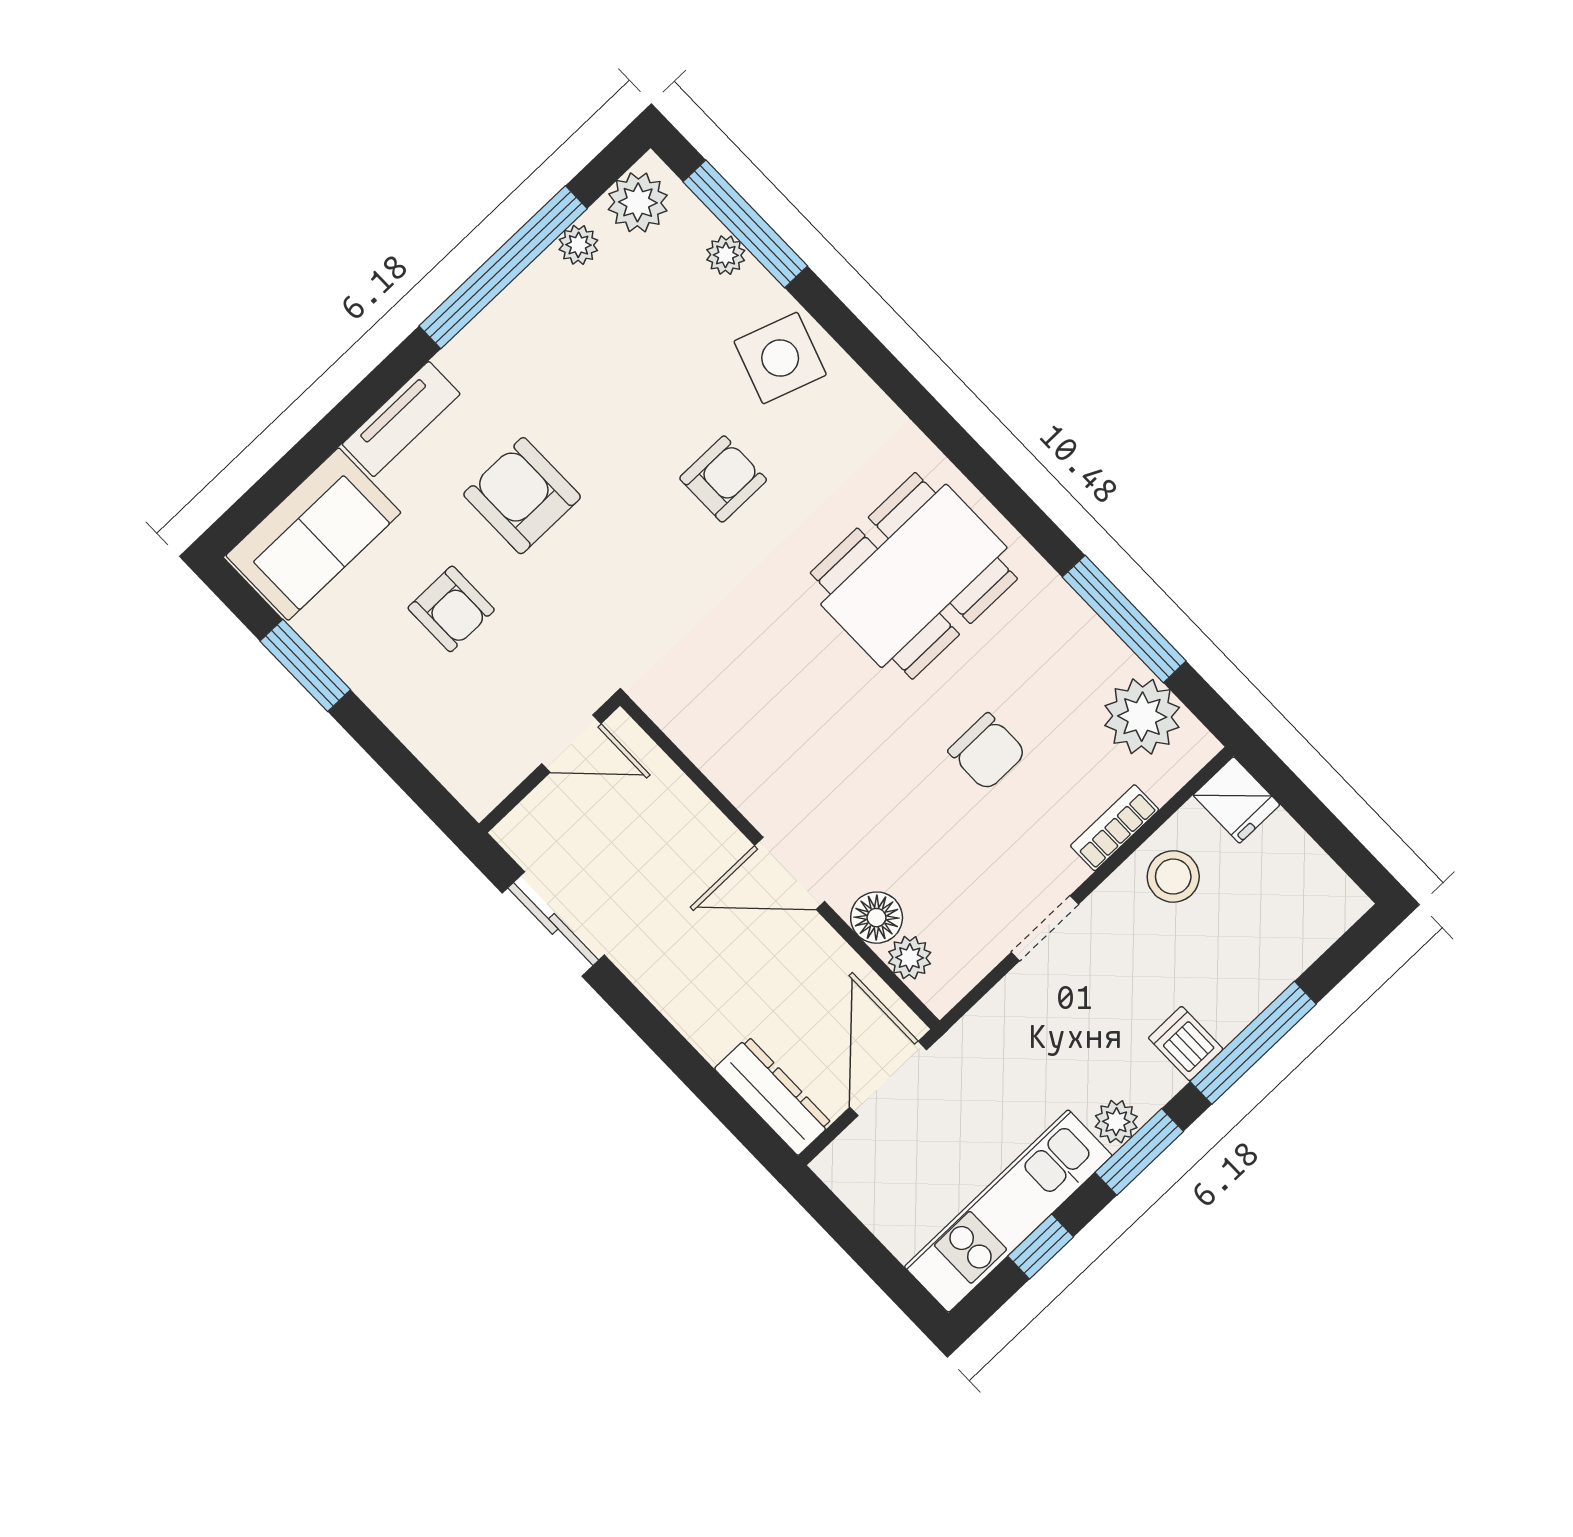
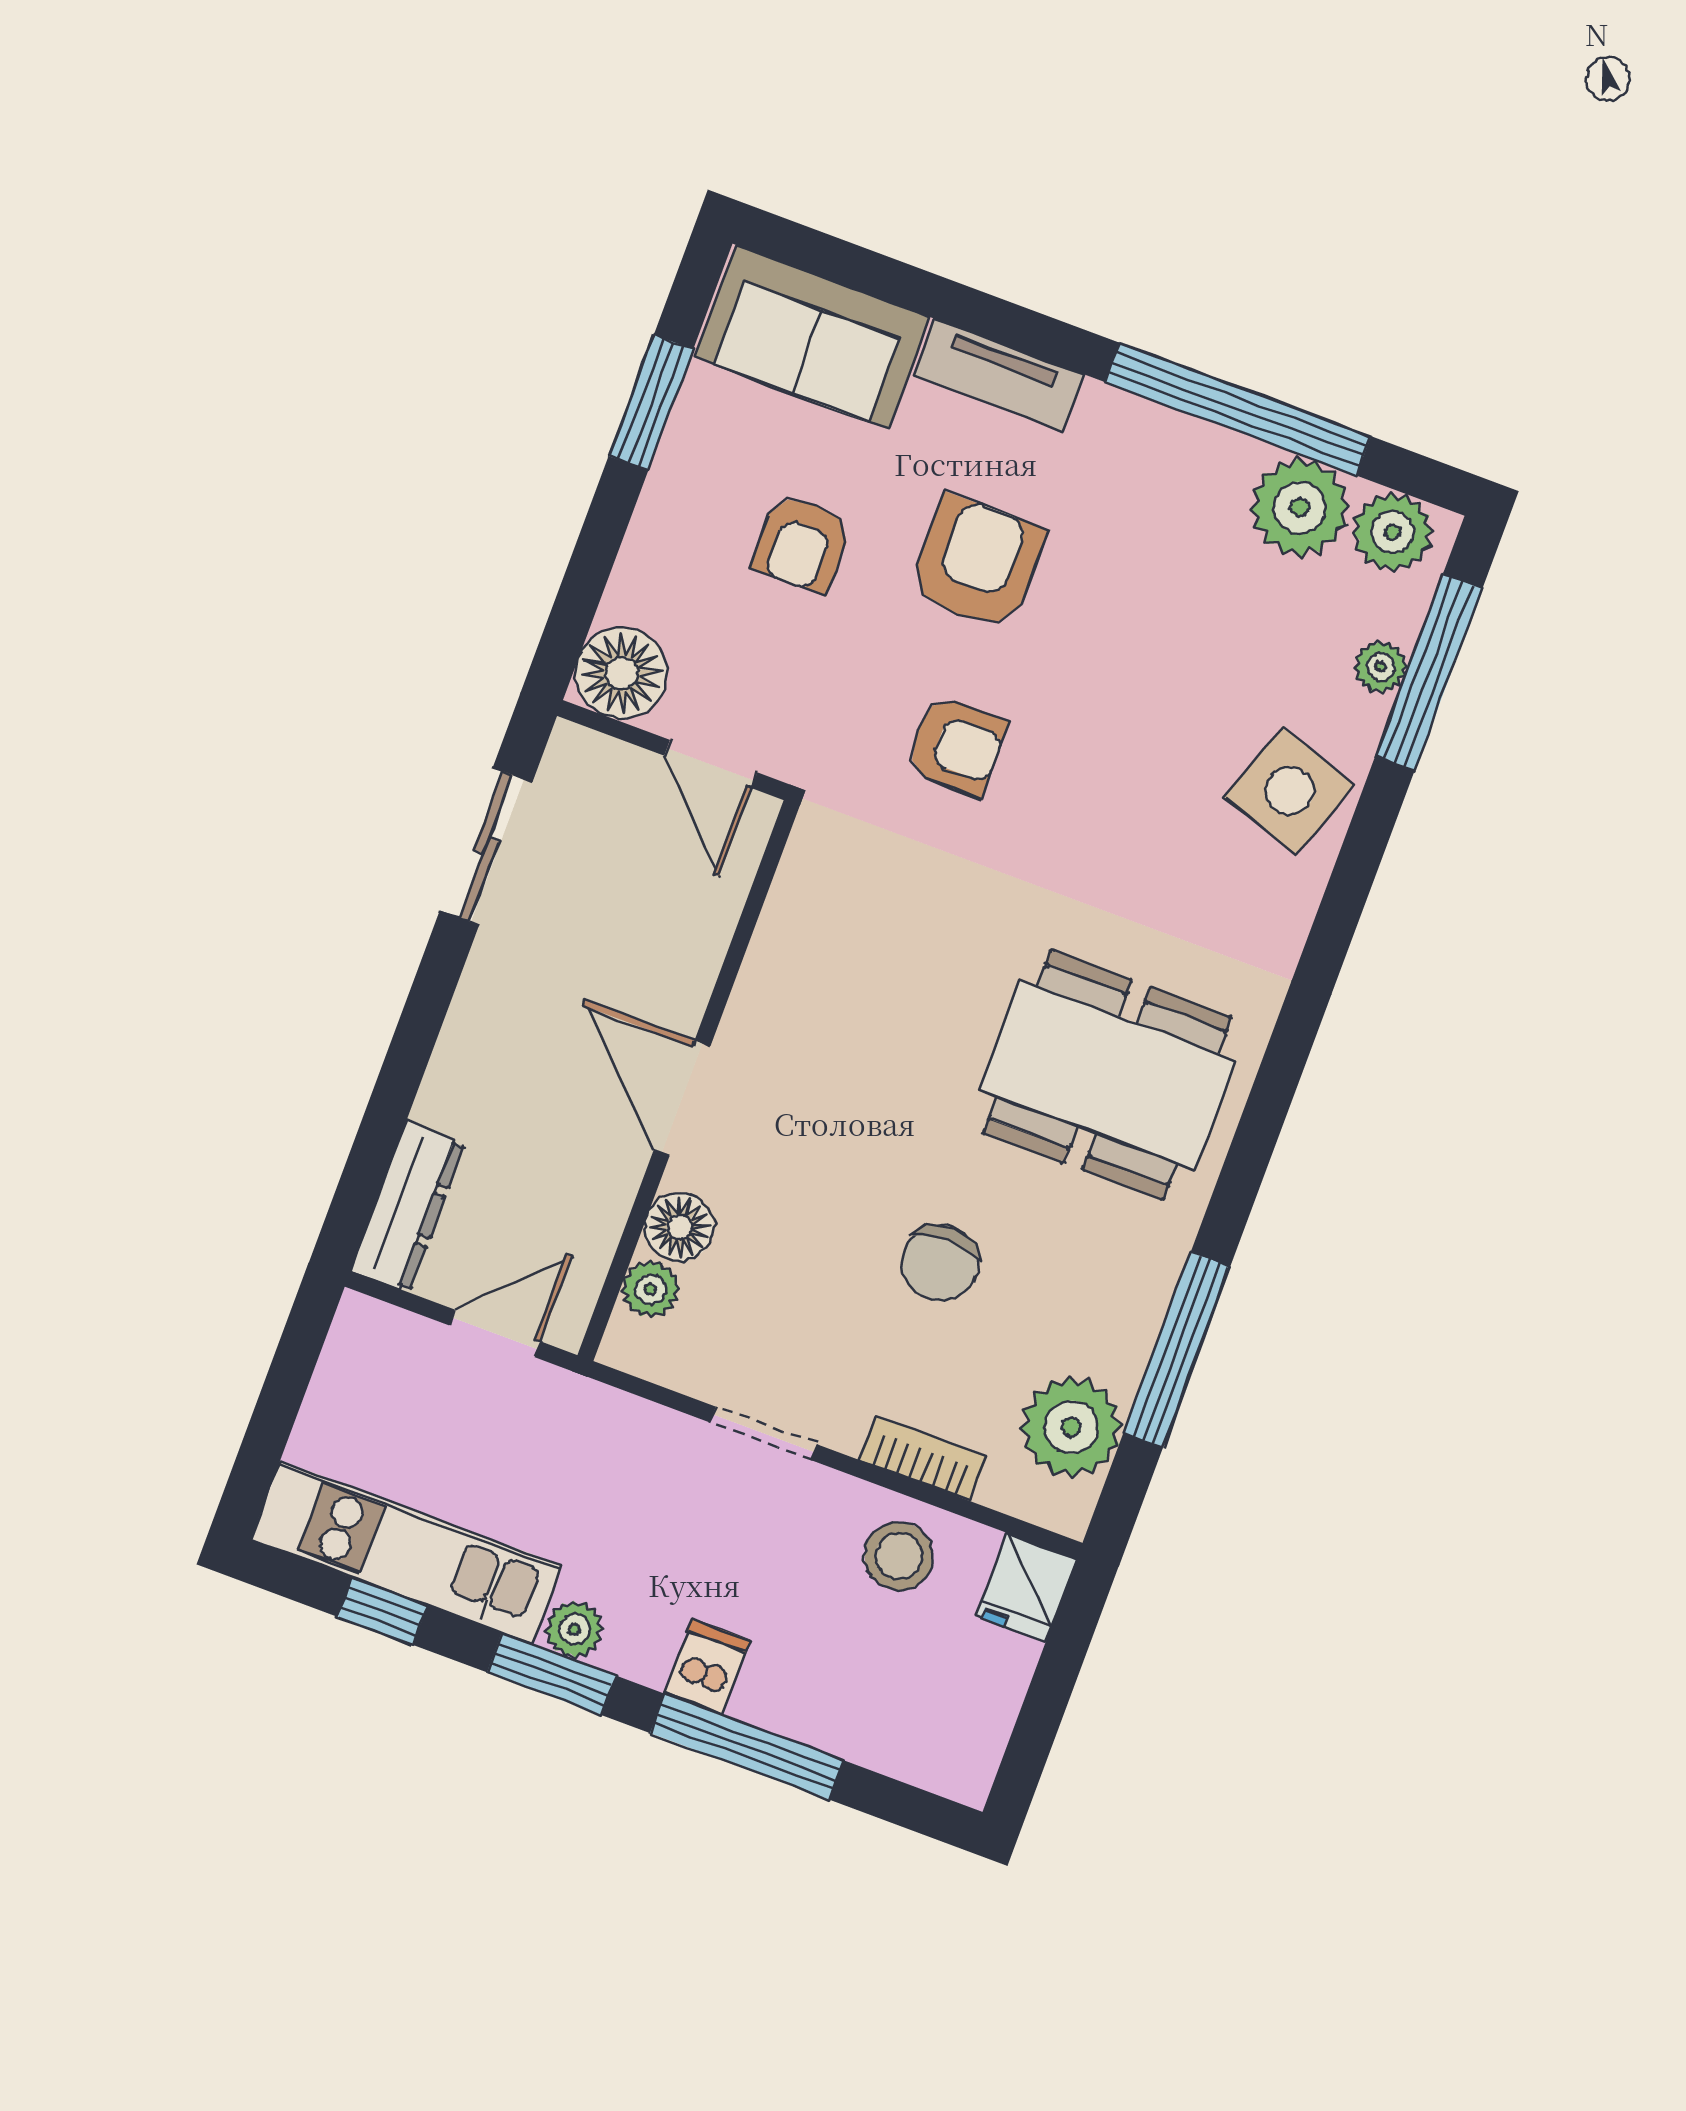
plant: (578, 245) -> (1300, 508), width x1.87, depth x1.87
armchair: (723, 479) -> (956, 746), moved
floor lamp: (480, 775) -> (622, 673), added
door: (888, 1078) -> (495, 1333), width x0.73

